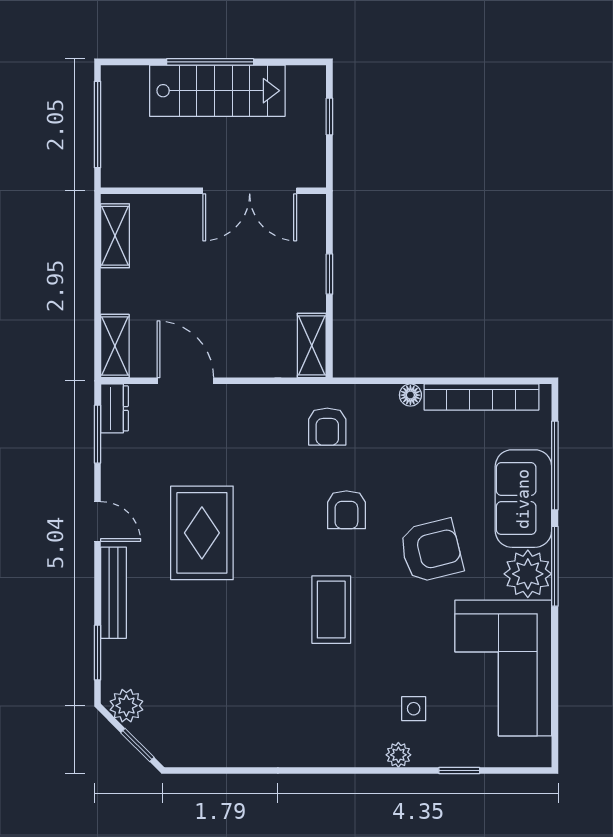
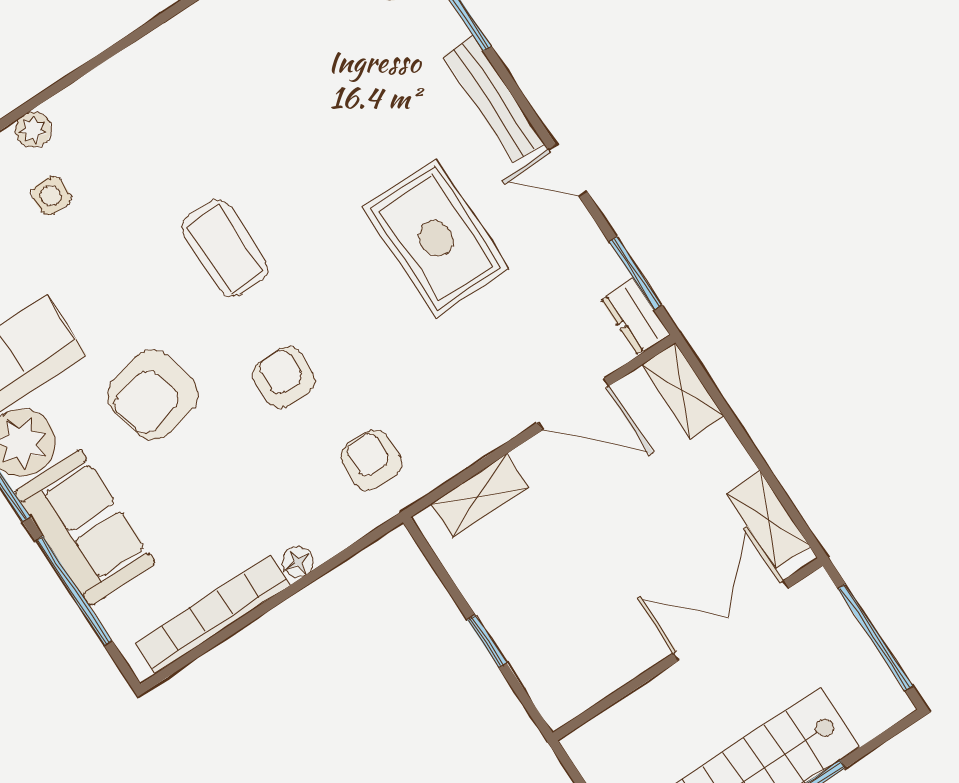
double door: (250, 191) -> (731, 621), moved
shelving: (312, 345) -> (480, 496), moved, turned 90

